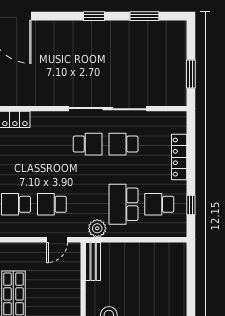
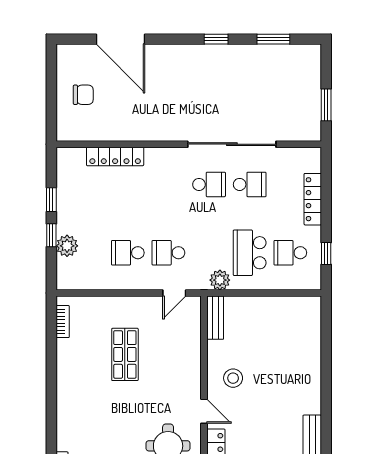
school desk: (123, 144) -> (250, 184), turned 180

